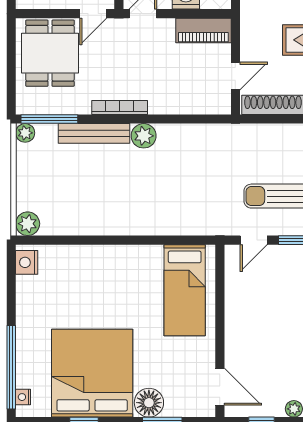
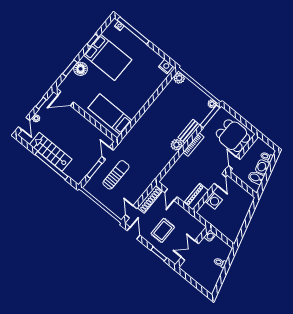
bench: (94, 133) -> (189, 131), width x0.73
bed: (92, 373) -> (108, 57), width x0.73

